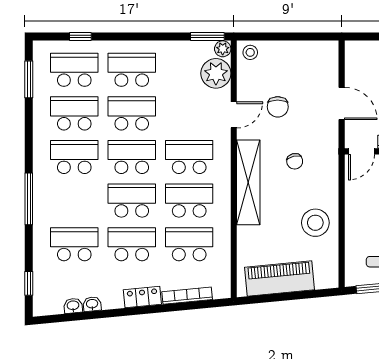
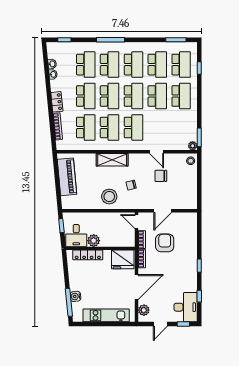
plant: (216, 73) -> (179, 142), removed
shelving: (248, 182) -> (112, 160), width x0.68
school desk: (74, 201) -> (110, 65), added
stool: (315, 223) -> (109, 197), moved

